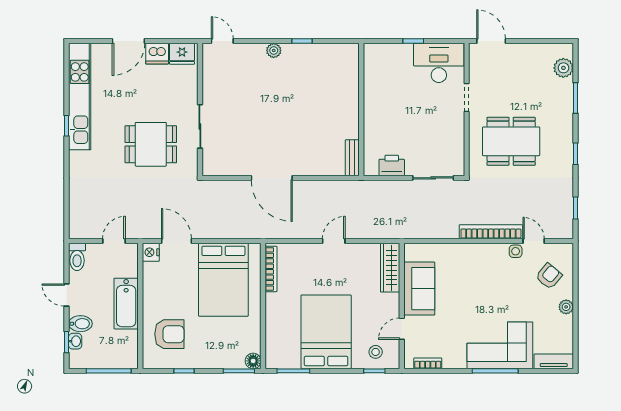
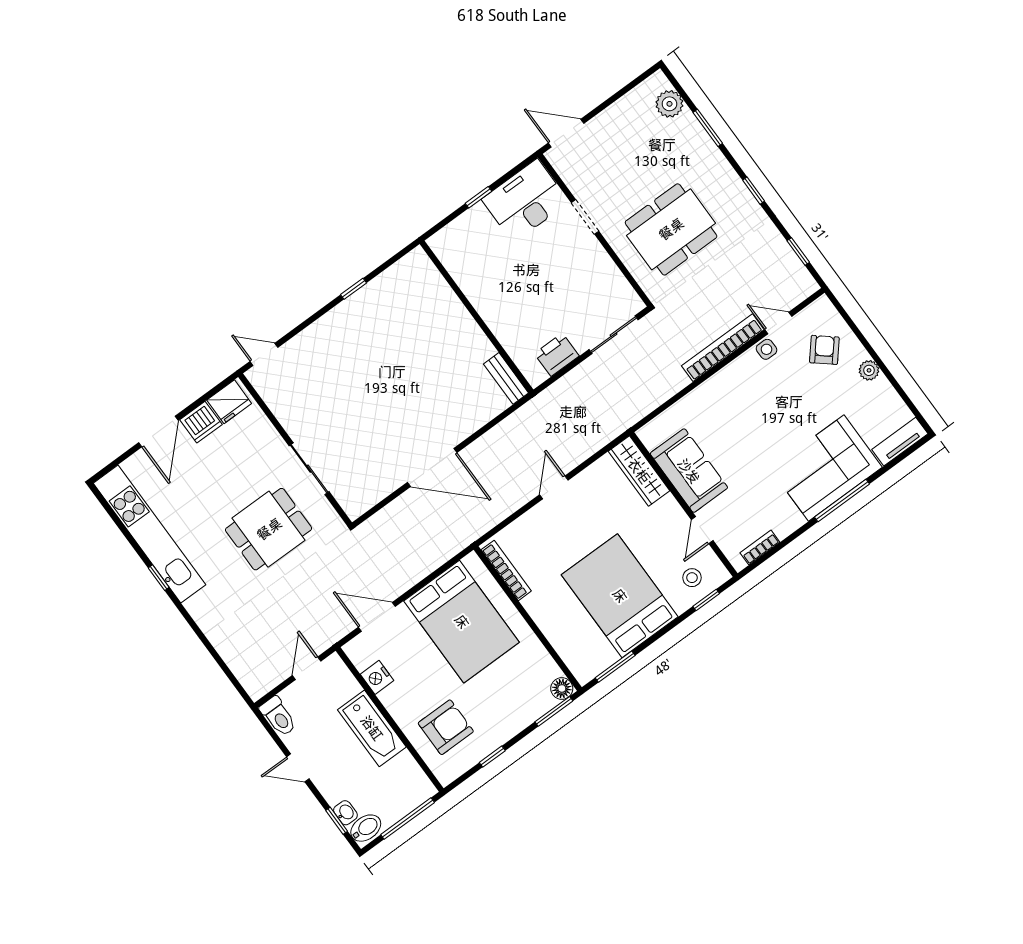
plant: (274, 50) -> (330, 323), removed
nightstand: (151, 252) -> (377, 677), moved
bidet: (80, 324) -> (366, 828), moved

